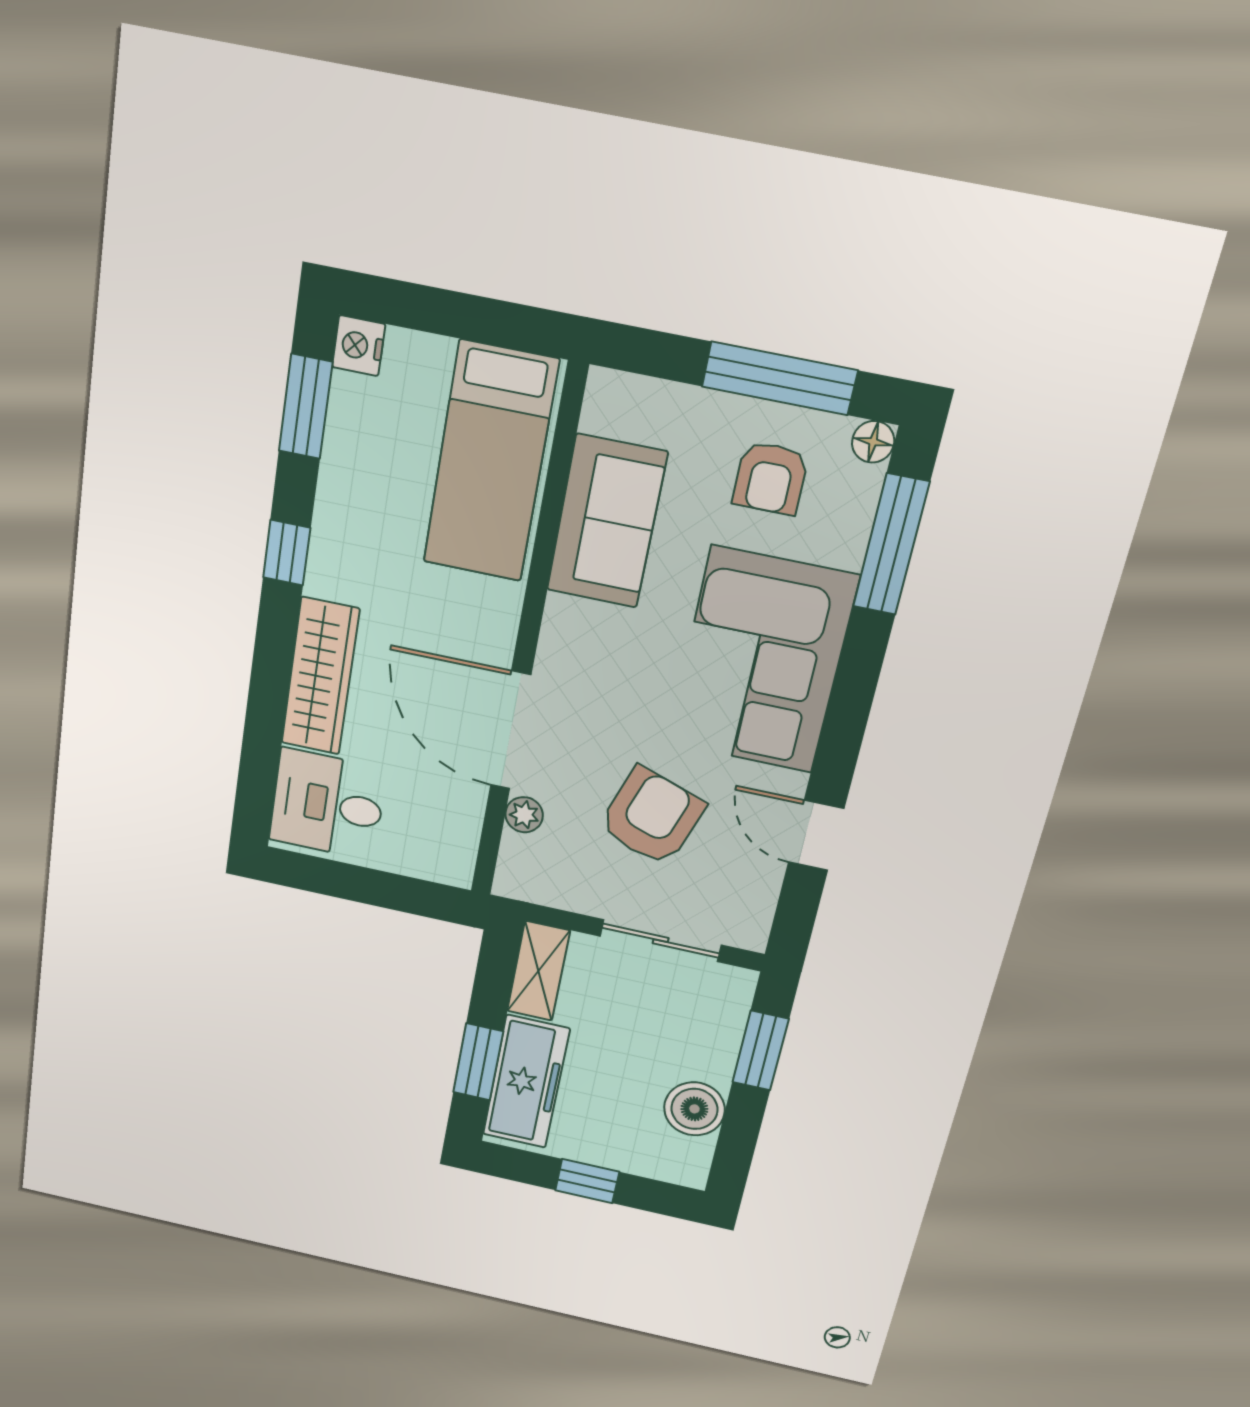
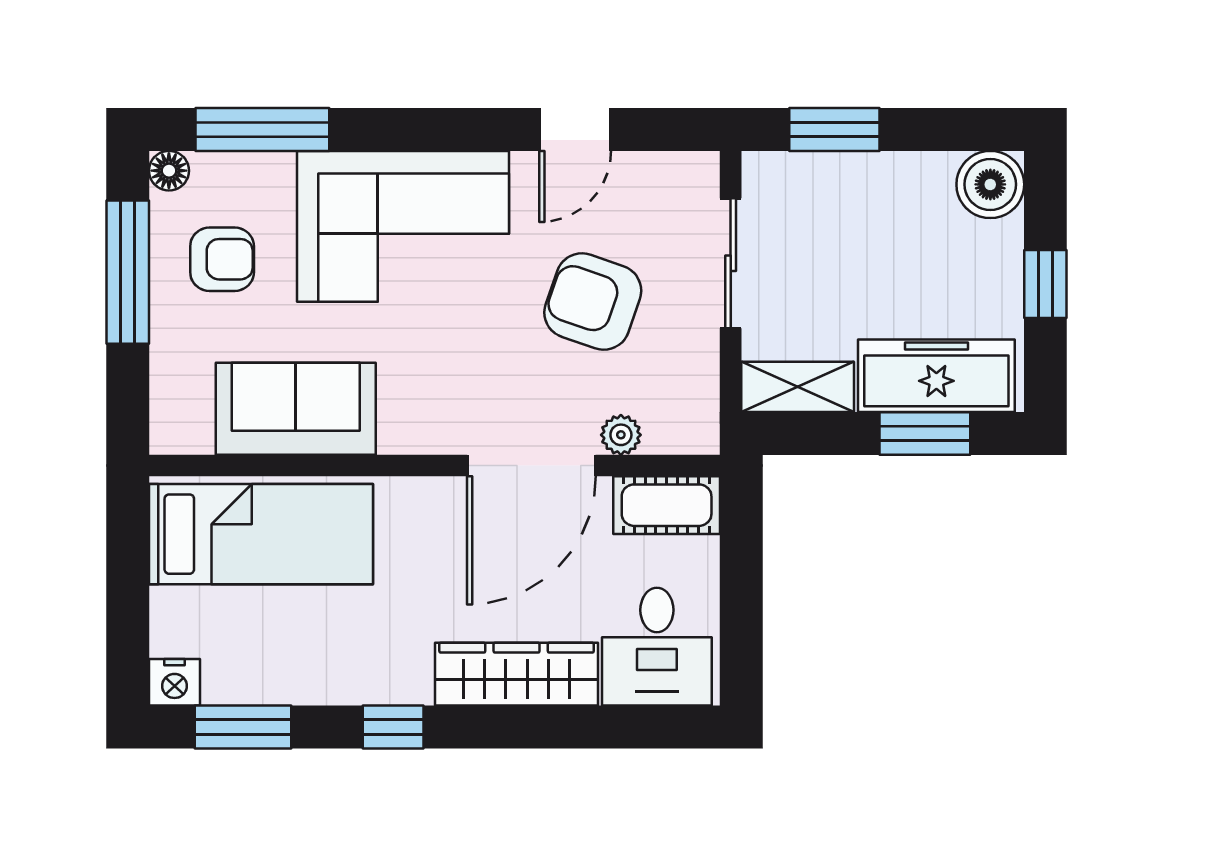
cot: (453, 840) -> (667, 505), added
boiler: (694, 1109) -> (990, 184), moved

